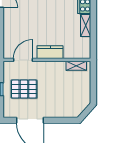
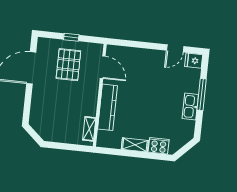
kitchen counter: (50, 52) -> (108, 107), width x1.50

